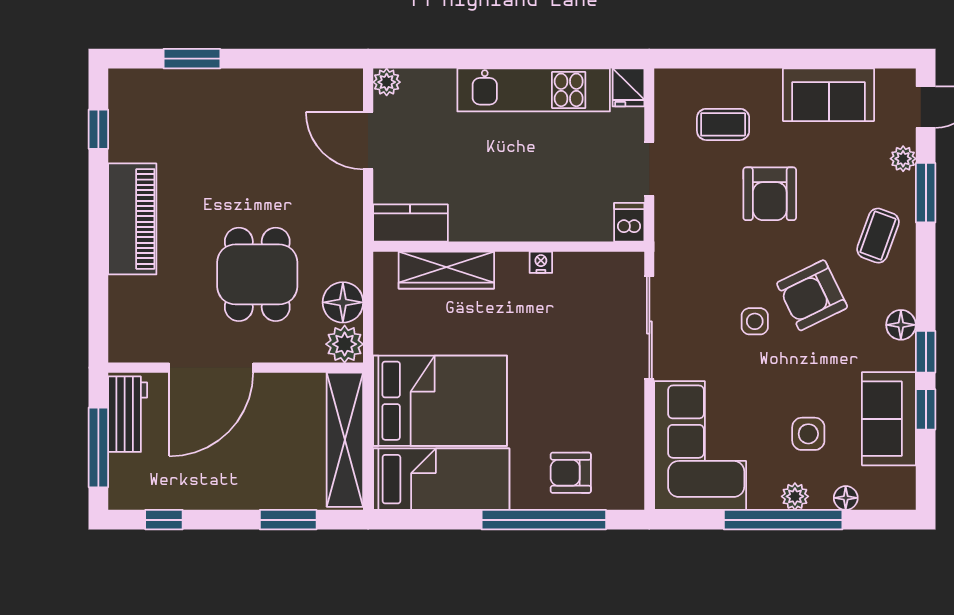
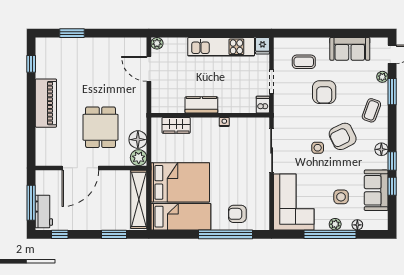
kitchen counter: (410, 223) -> (201, 105), moved
wardrobe: (446, 270) -> (176, 125), width x0.67
workbench: (128, 414) -> (44, 211), moved

